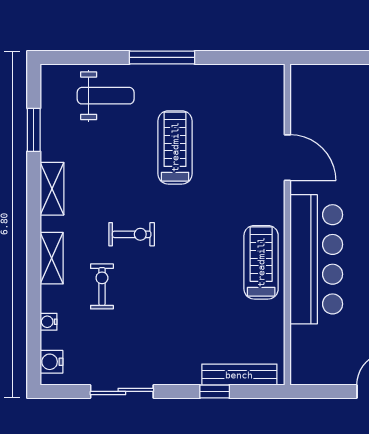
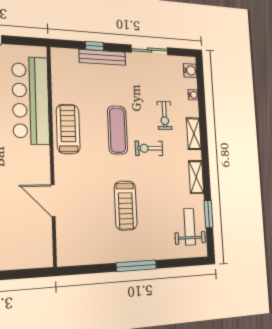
weight bench: (106, 96) -> (190, 227), moved, turned 90
bar counter: (316, 259) -> (31, 100), moved
exercise mat: (183, 262) -> (118, 130), added
treadmill: (261, 262) -> (68, 129), turned 180
bench: (239, 375) -> (103, 57), moved

